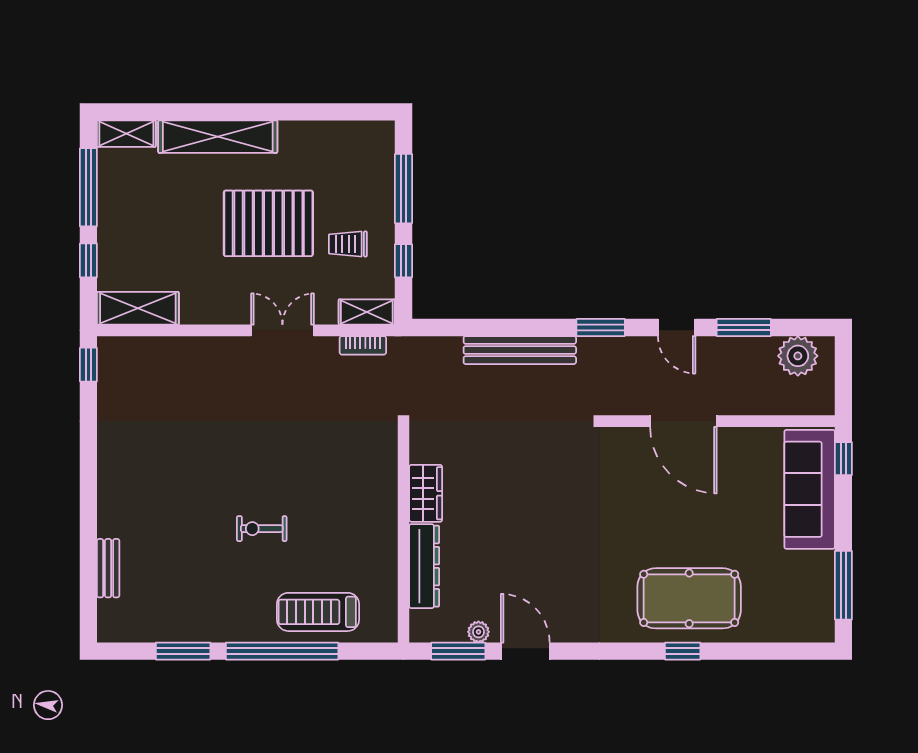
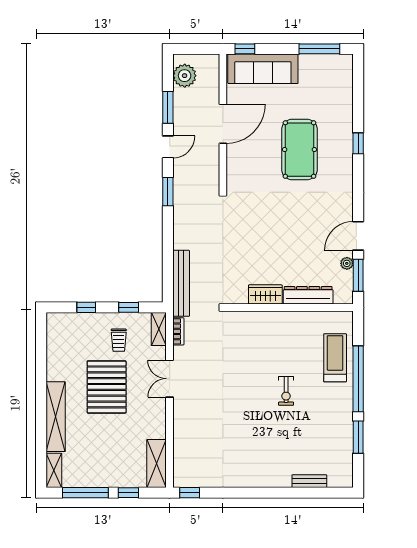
window: (403, 189) -> (86, 307), width x0.46
bench: (520, 350) -> (181, 283), moved
door: (683, 421) -> (223, 124), moved
pool table: (689, 598) -> (299, 150), moved
treadmill: (318, 612) -> (335, 358), turned 180

